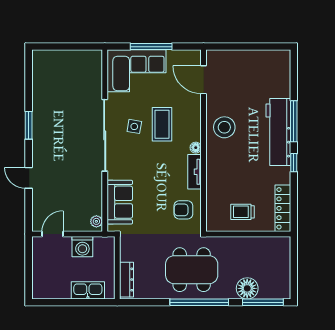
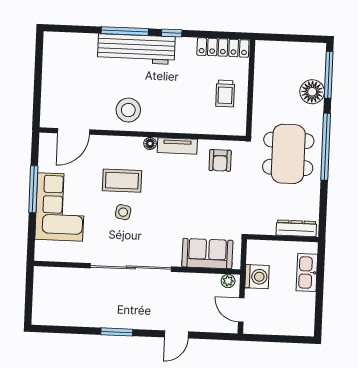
sliding door: (105, 135) -> (131, 267), moved
wall: (105, 141) -> (137, 268), moved
sofa: (120, 202) -> (207, 254), moved
plant: (96, 221) -> (228, 281), moved

